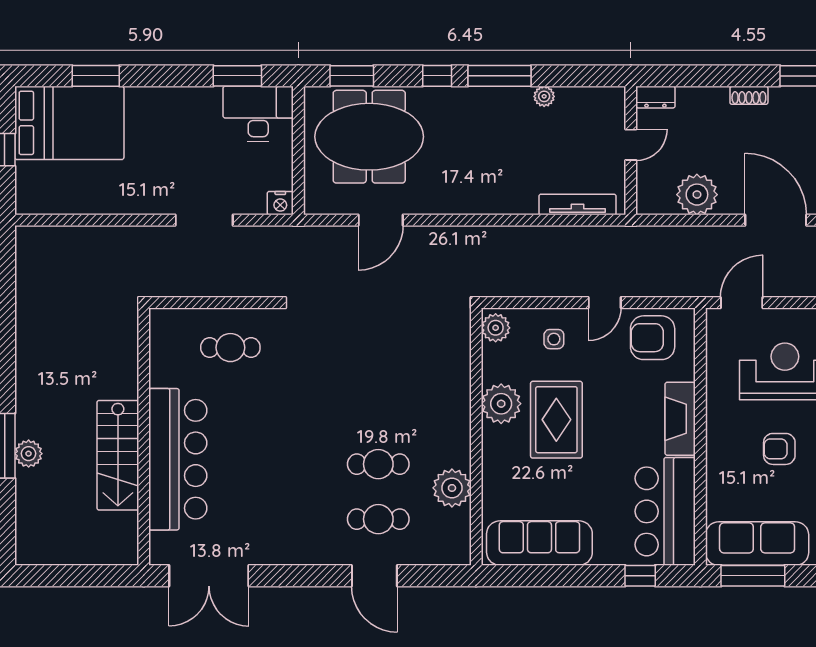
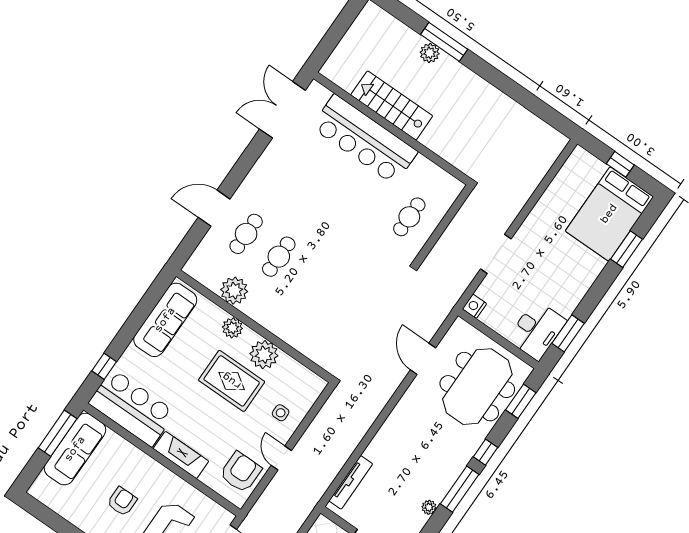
plant: (496, 328) -> (232, 328), moved

